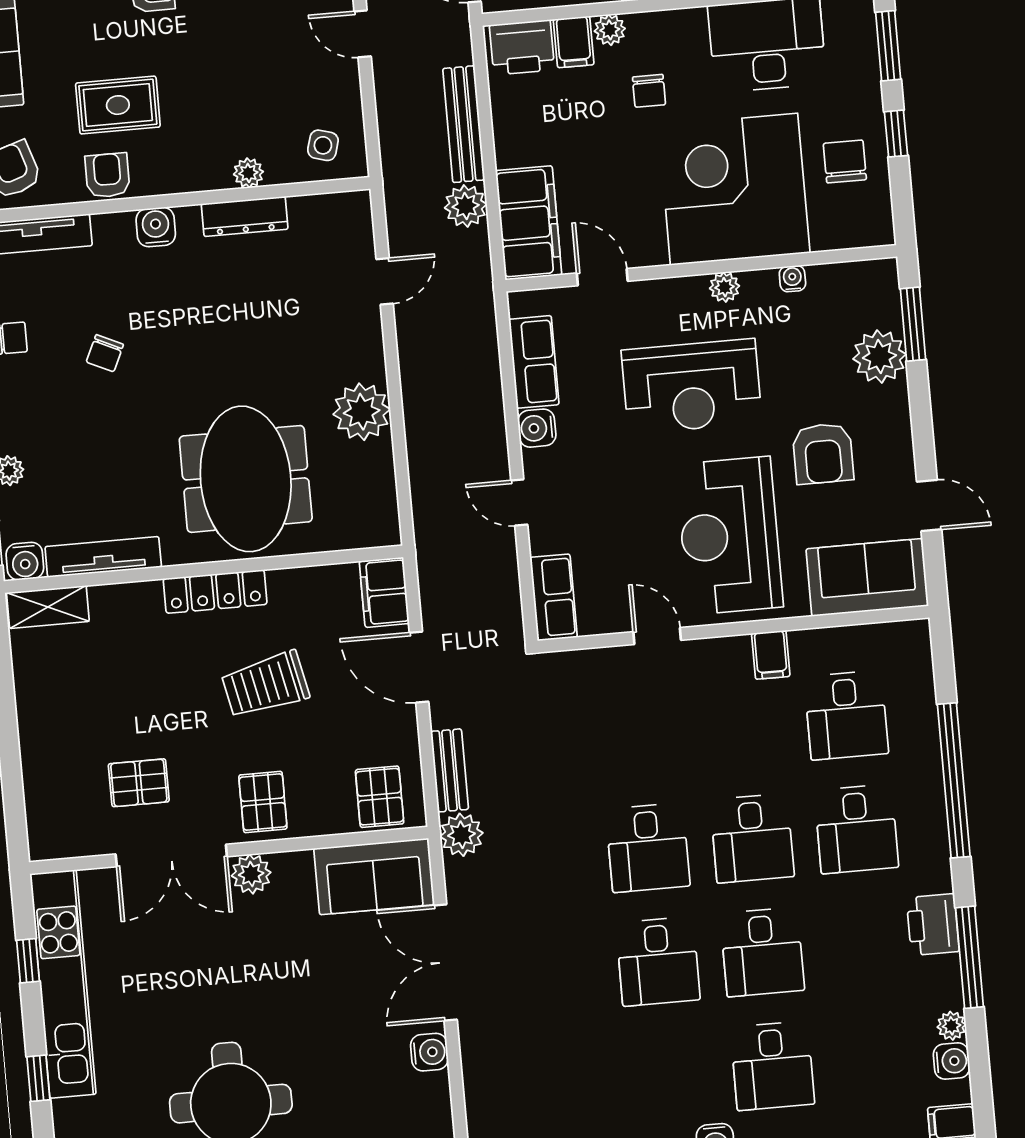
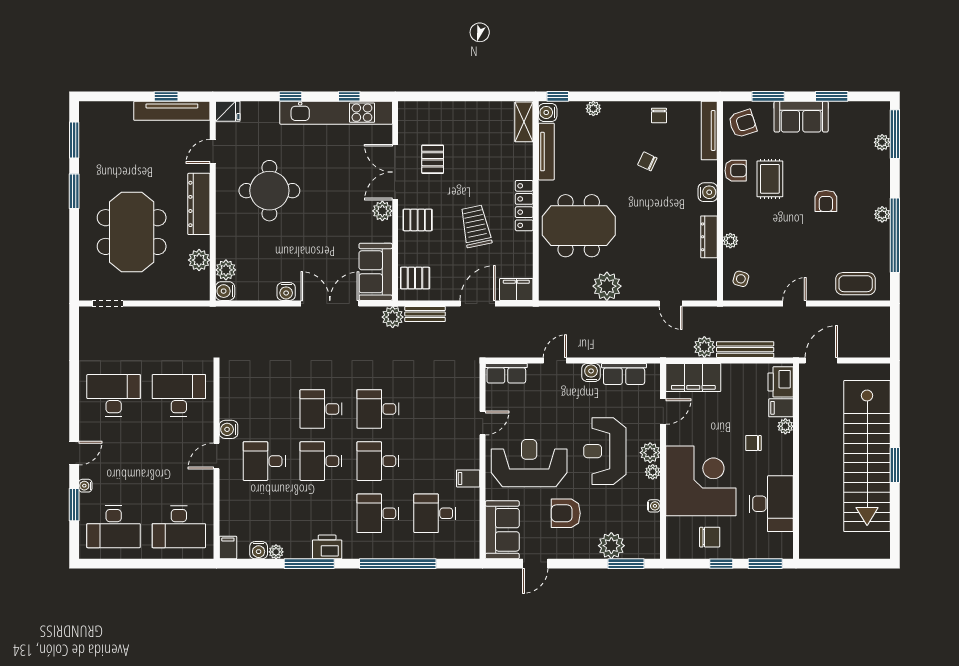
plant: (687, 296) -> (650, 453), added

